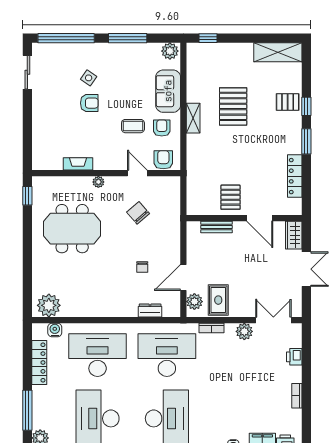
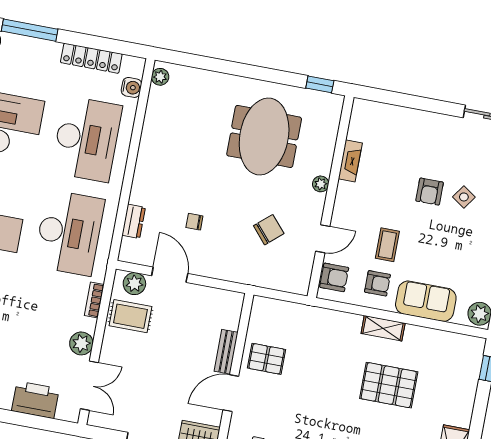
bench: (217, 227) -> (226, 352), moved
plant: (49, 305) -> (160, 77), width x0.53, depth x0.53
printer: (294, 357) -> (35, 400), width x1.87, depth x1.48

